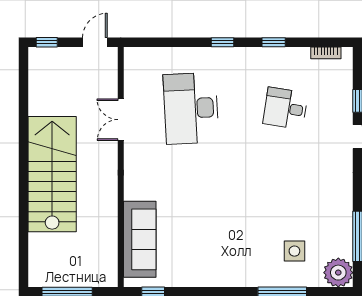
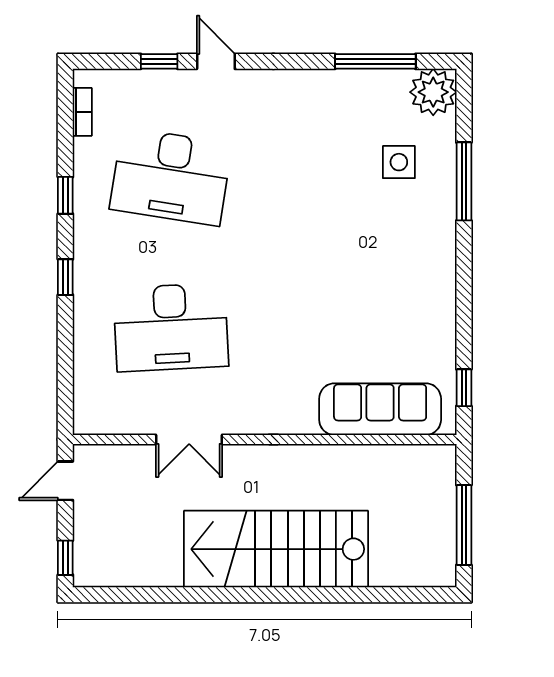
door: (95, 42) -> (65, 481), hinge flipped
desk: (285, 108) -> (171, 176), width x1.87, depth x1.30

